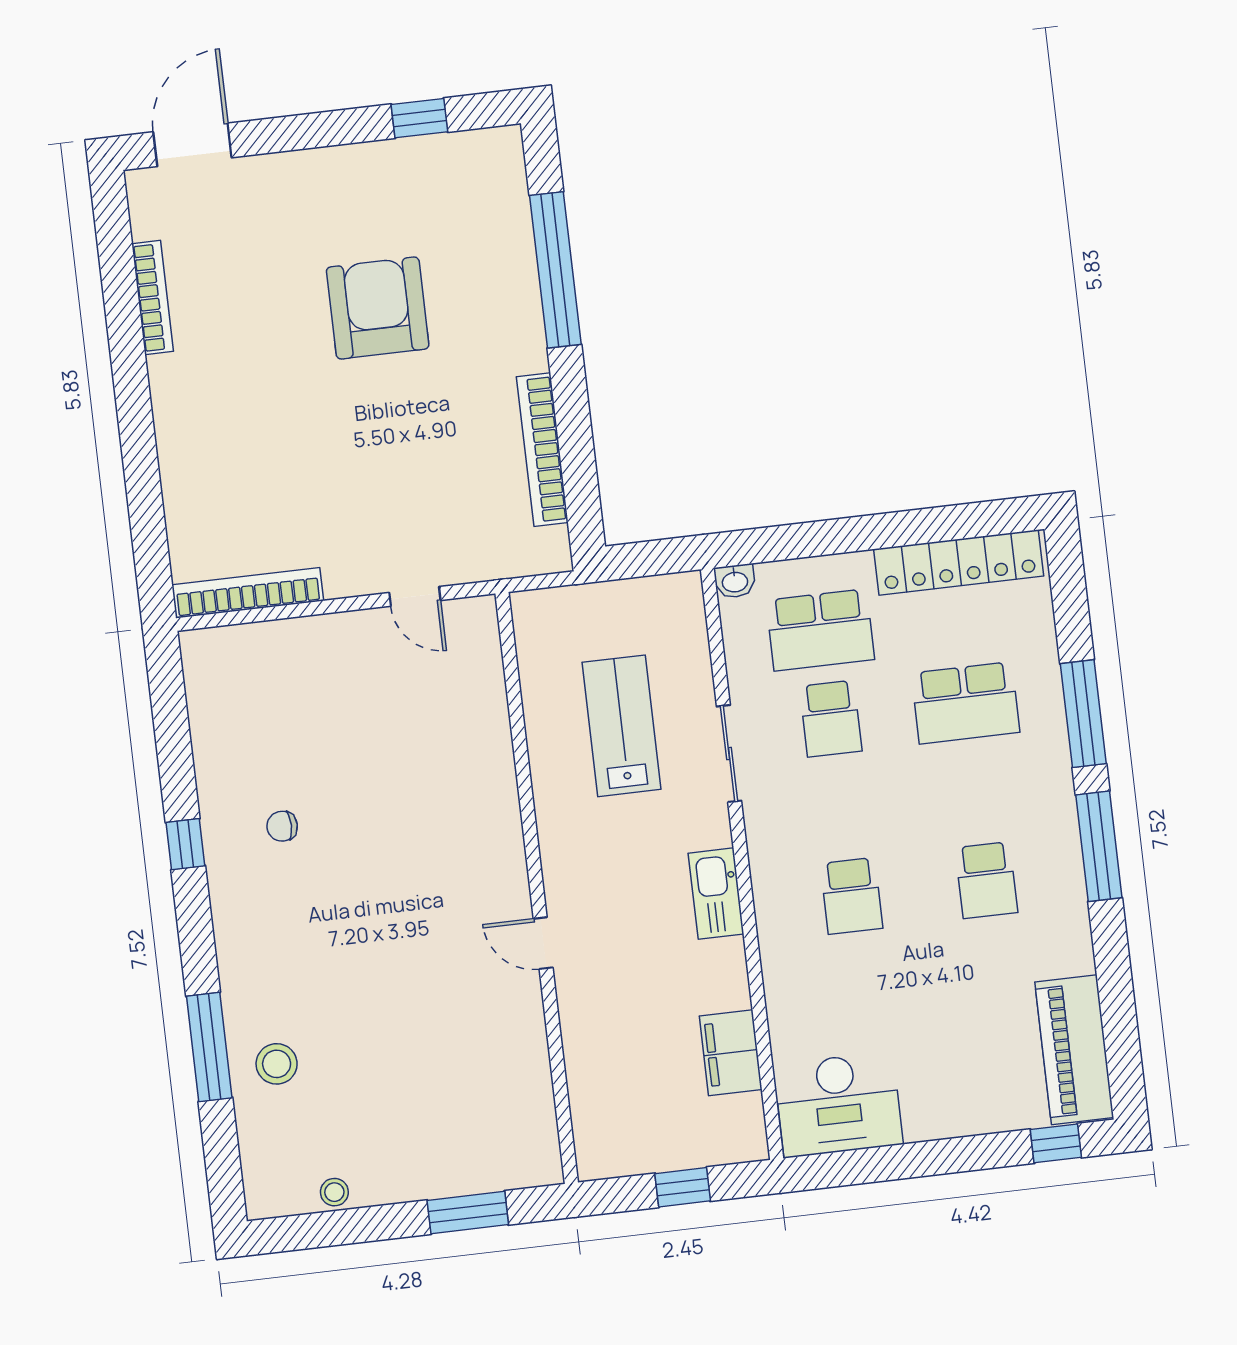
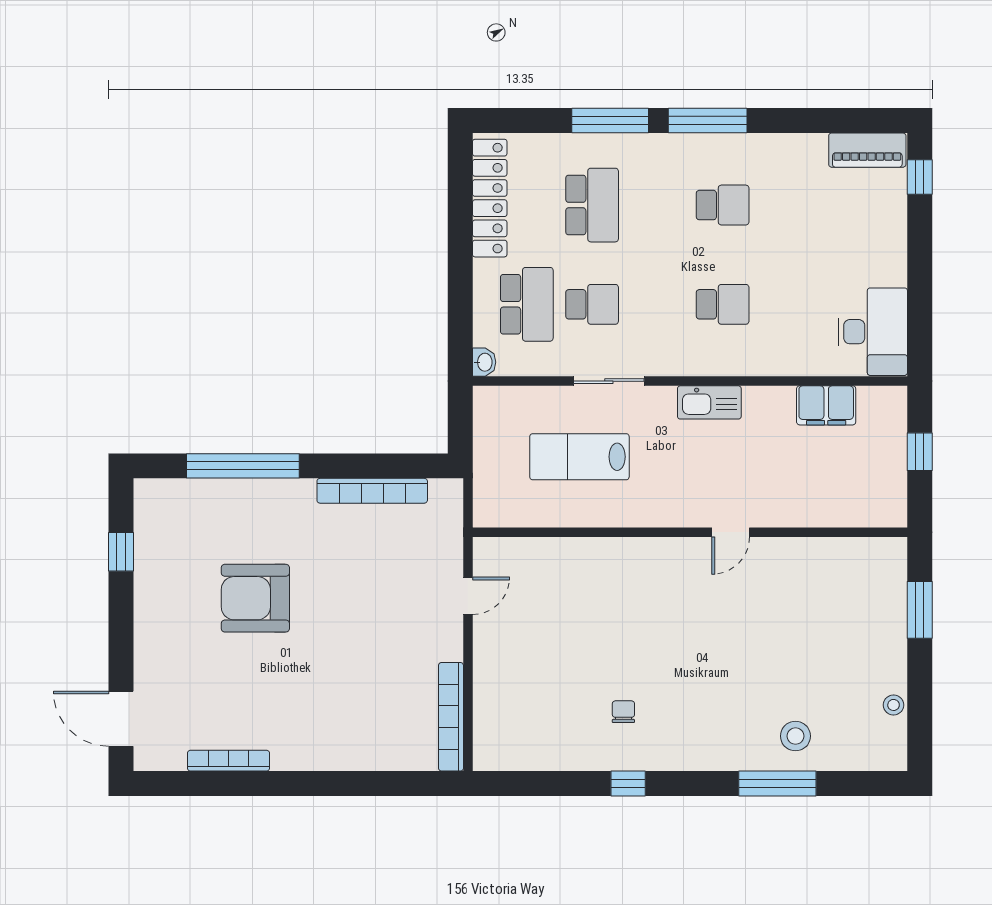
chair: (282, 826) -> (623, 712), turned 180
piano: (1074, 1050) -> (867, 150), width x0.73, depth x0.75

